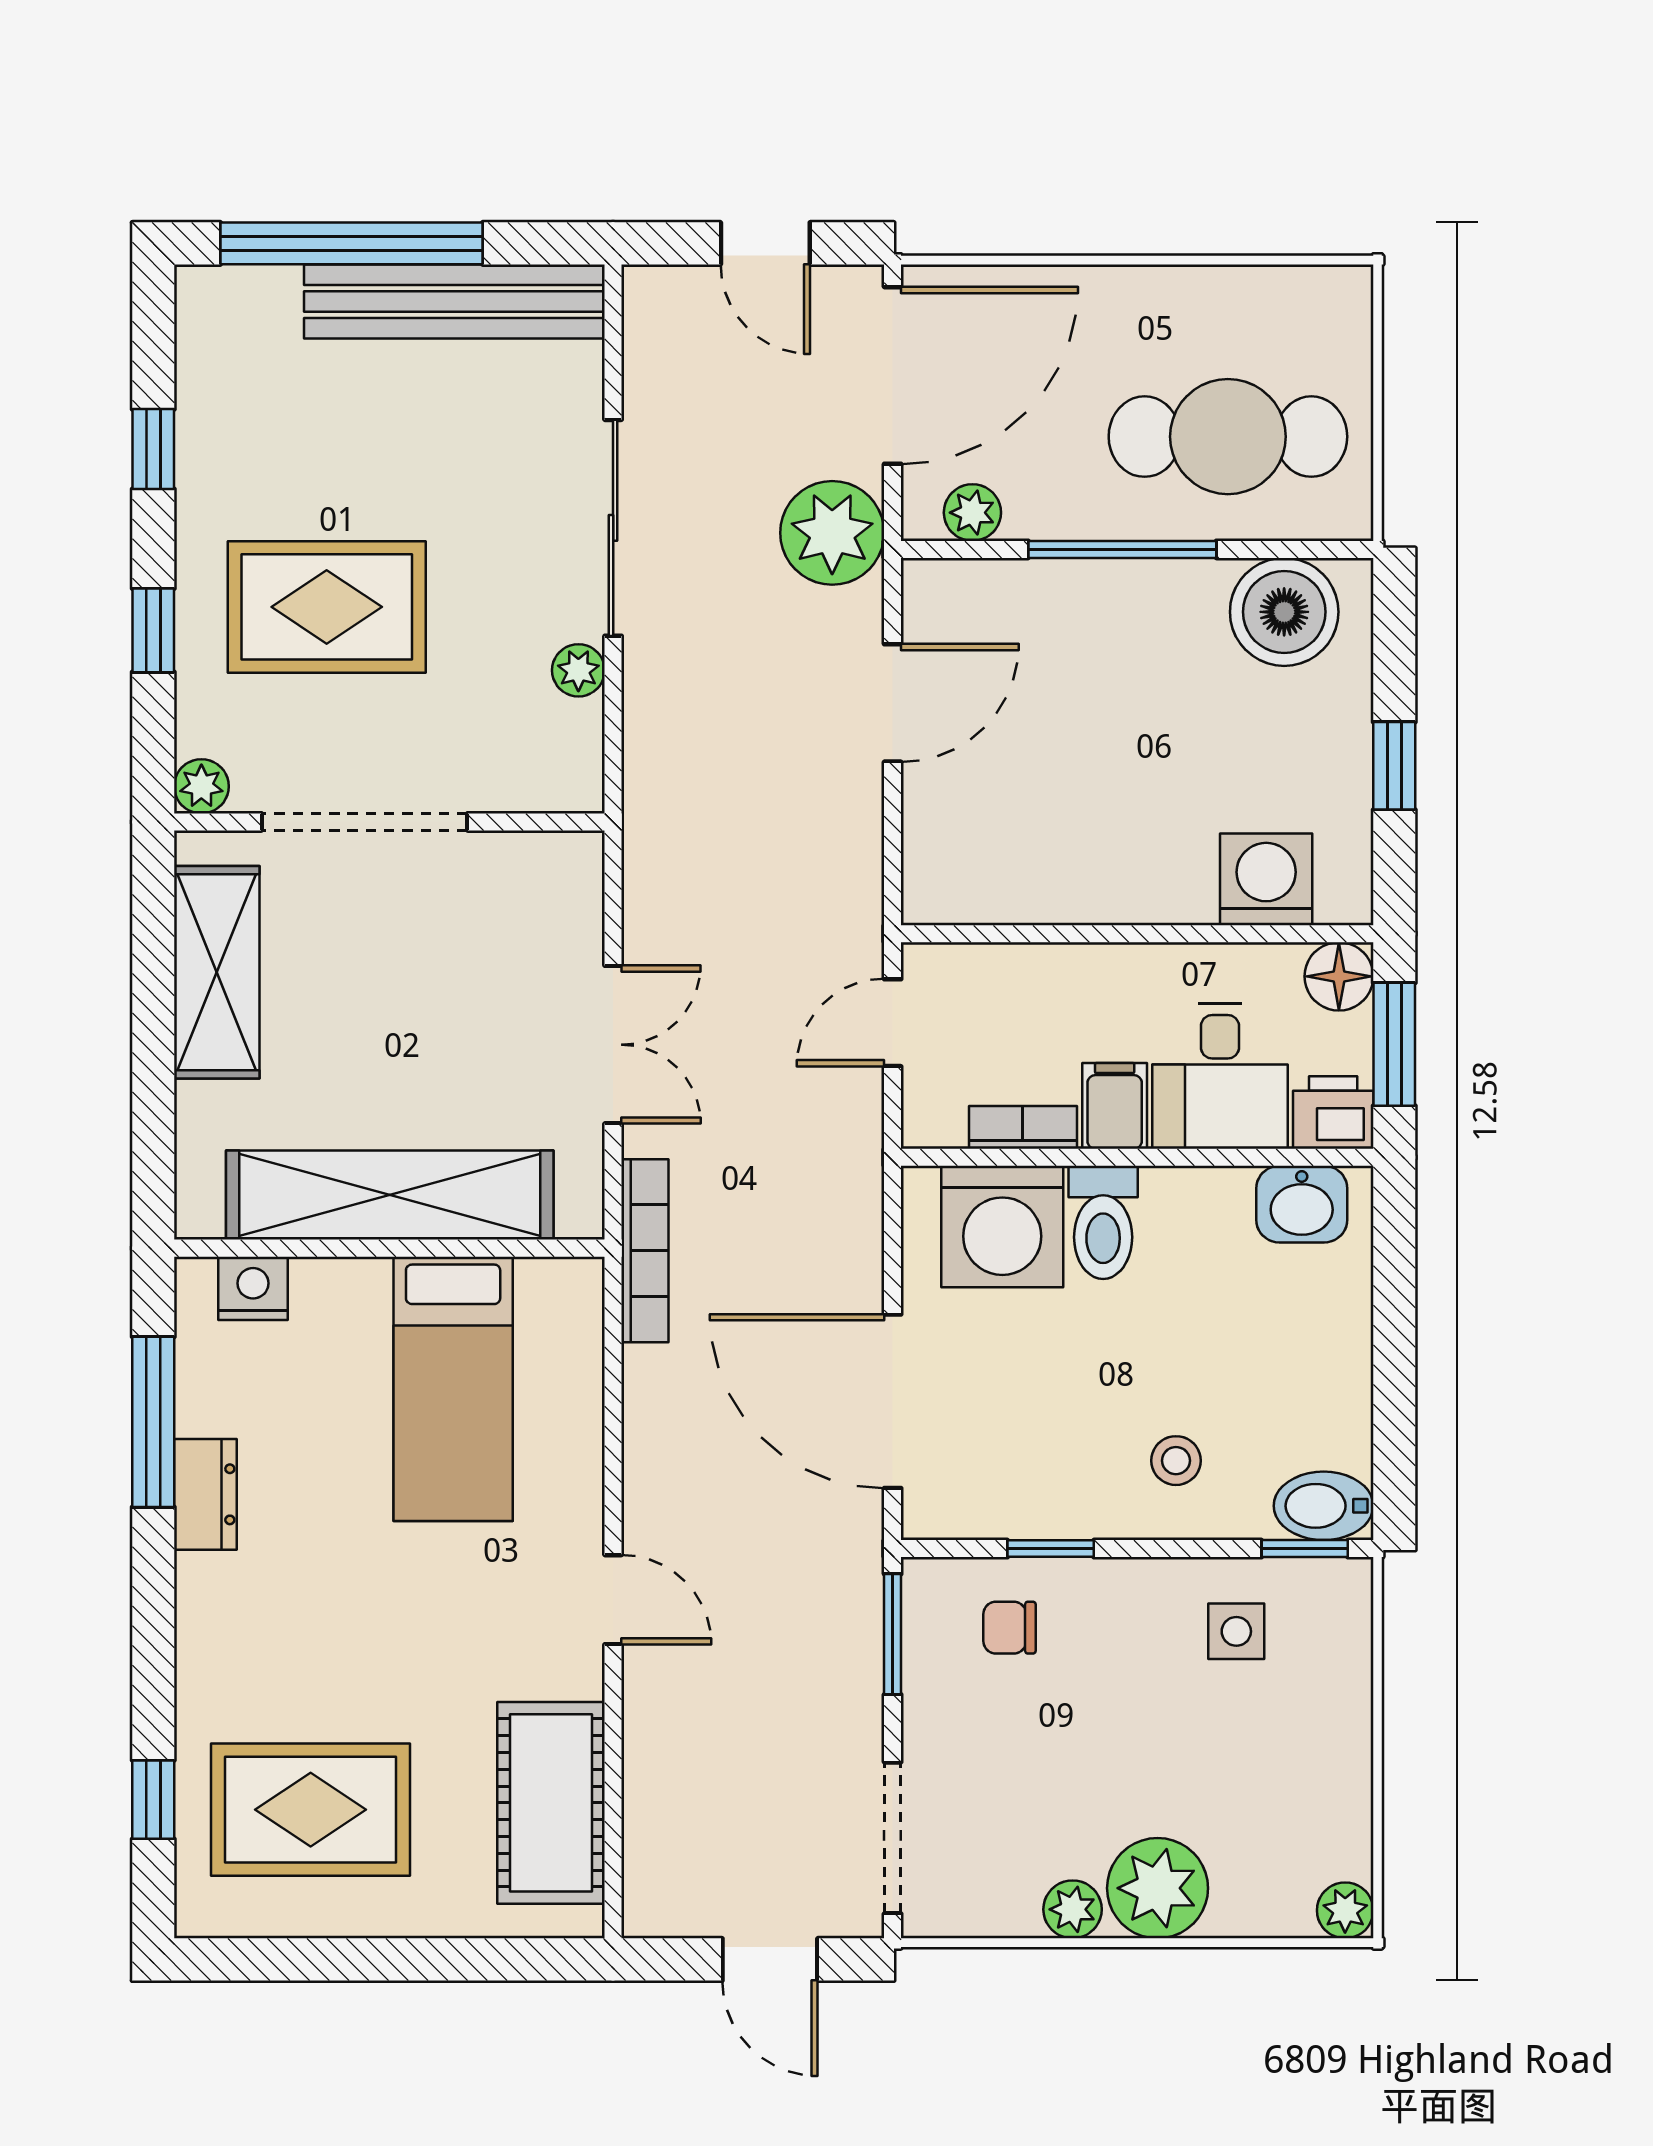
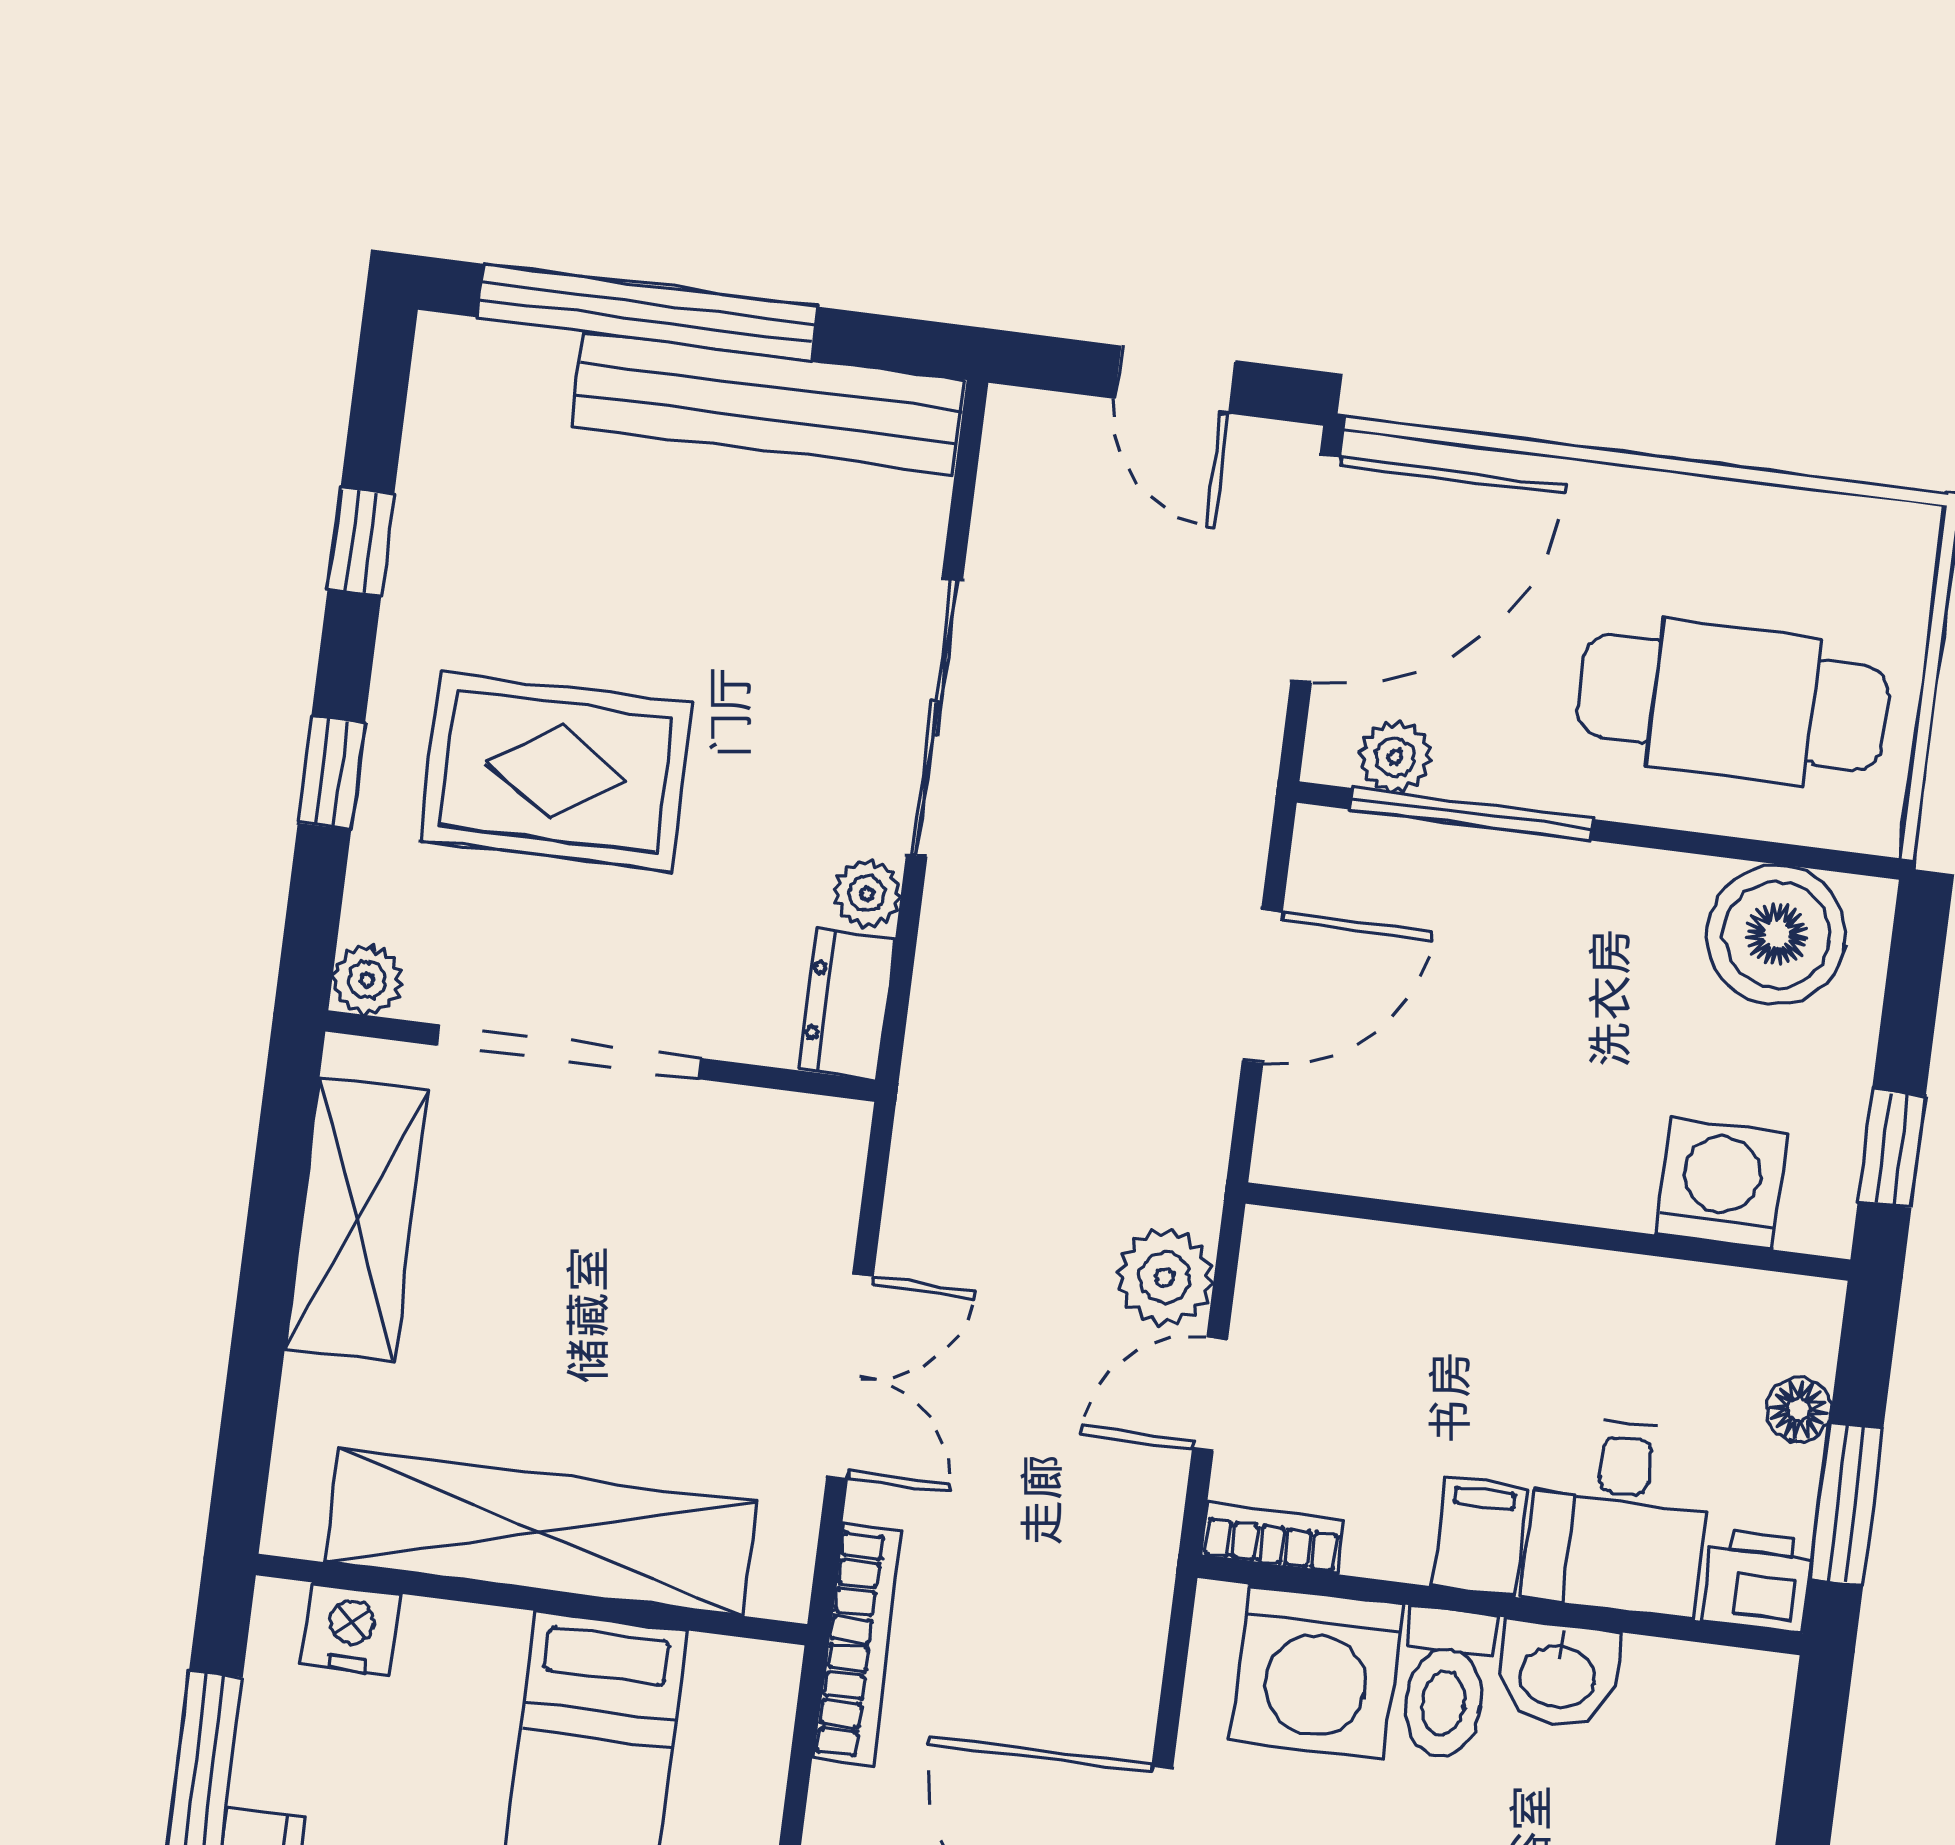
plant: (832, 533) -> (1165, 1277), moved, width x0.73, depth x0.73
window: (1122, 549) -> (1471, 814), moved
dresser: (574, 757) -> (847, 1004), added
washing machine: (1266, 879) -> (1721, 1183), moved
wall: (1137, 934) -> (1548, 1232), moved
floor lamp: (1339, 976) -> (1799, 1410), width x0.73, depth x0.73
bookcase: (1023, 1127) -> (1272, 1538), moved
washbasin: (1302, 1204) -> (1558, 1674), moved

